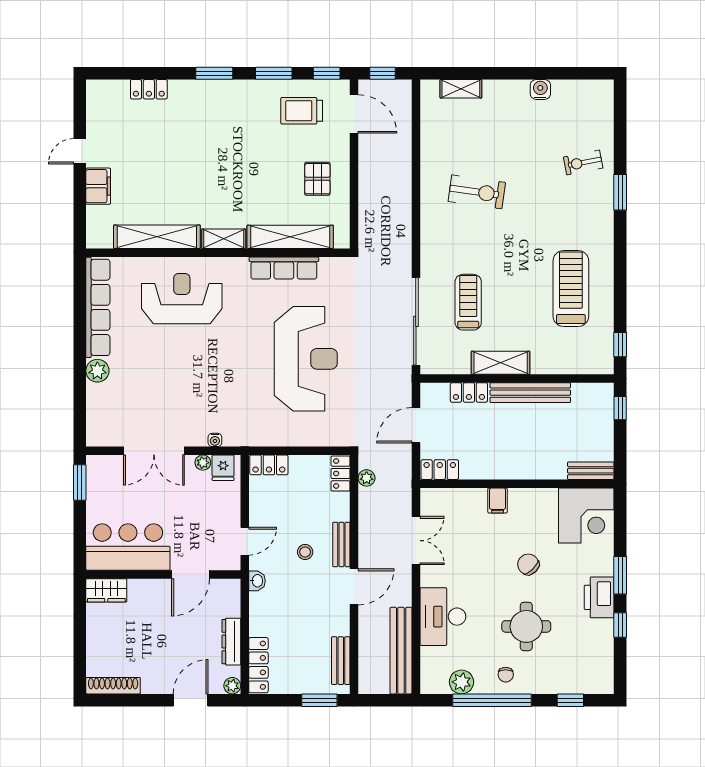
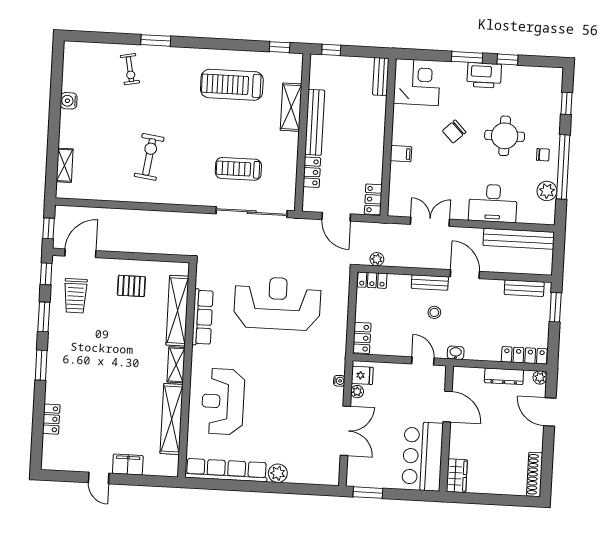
shelving: (501, 363) -> (291, 107), moved

